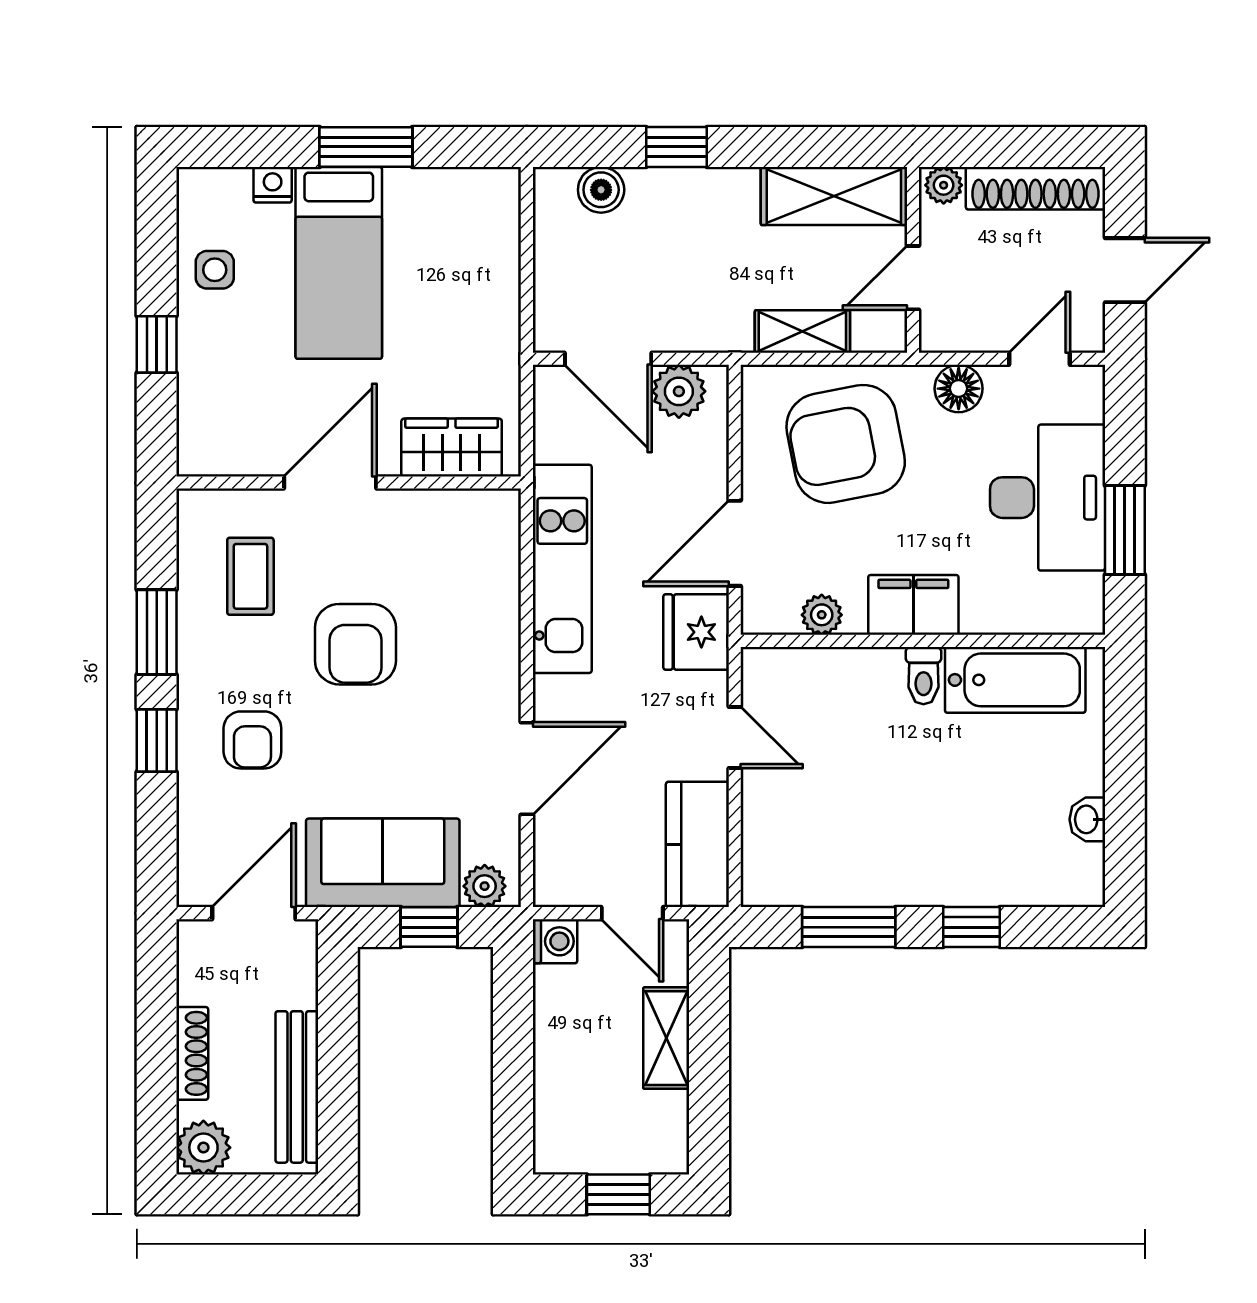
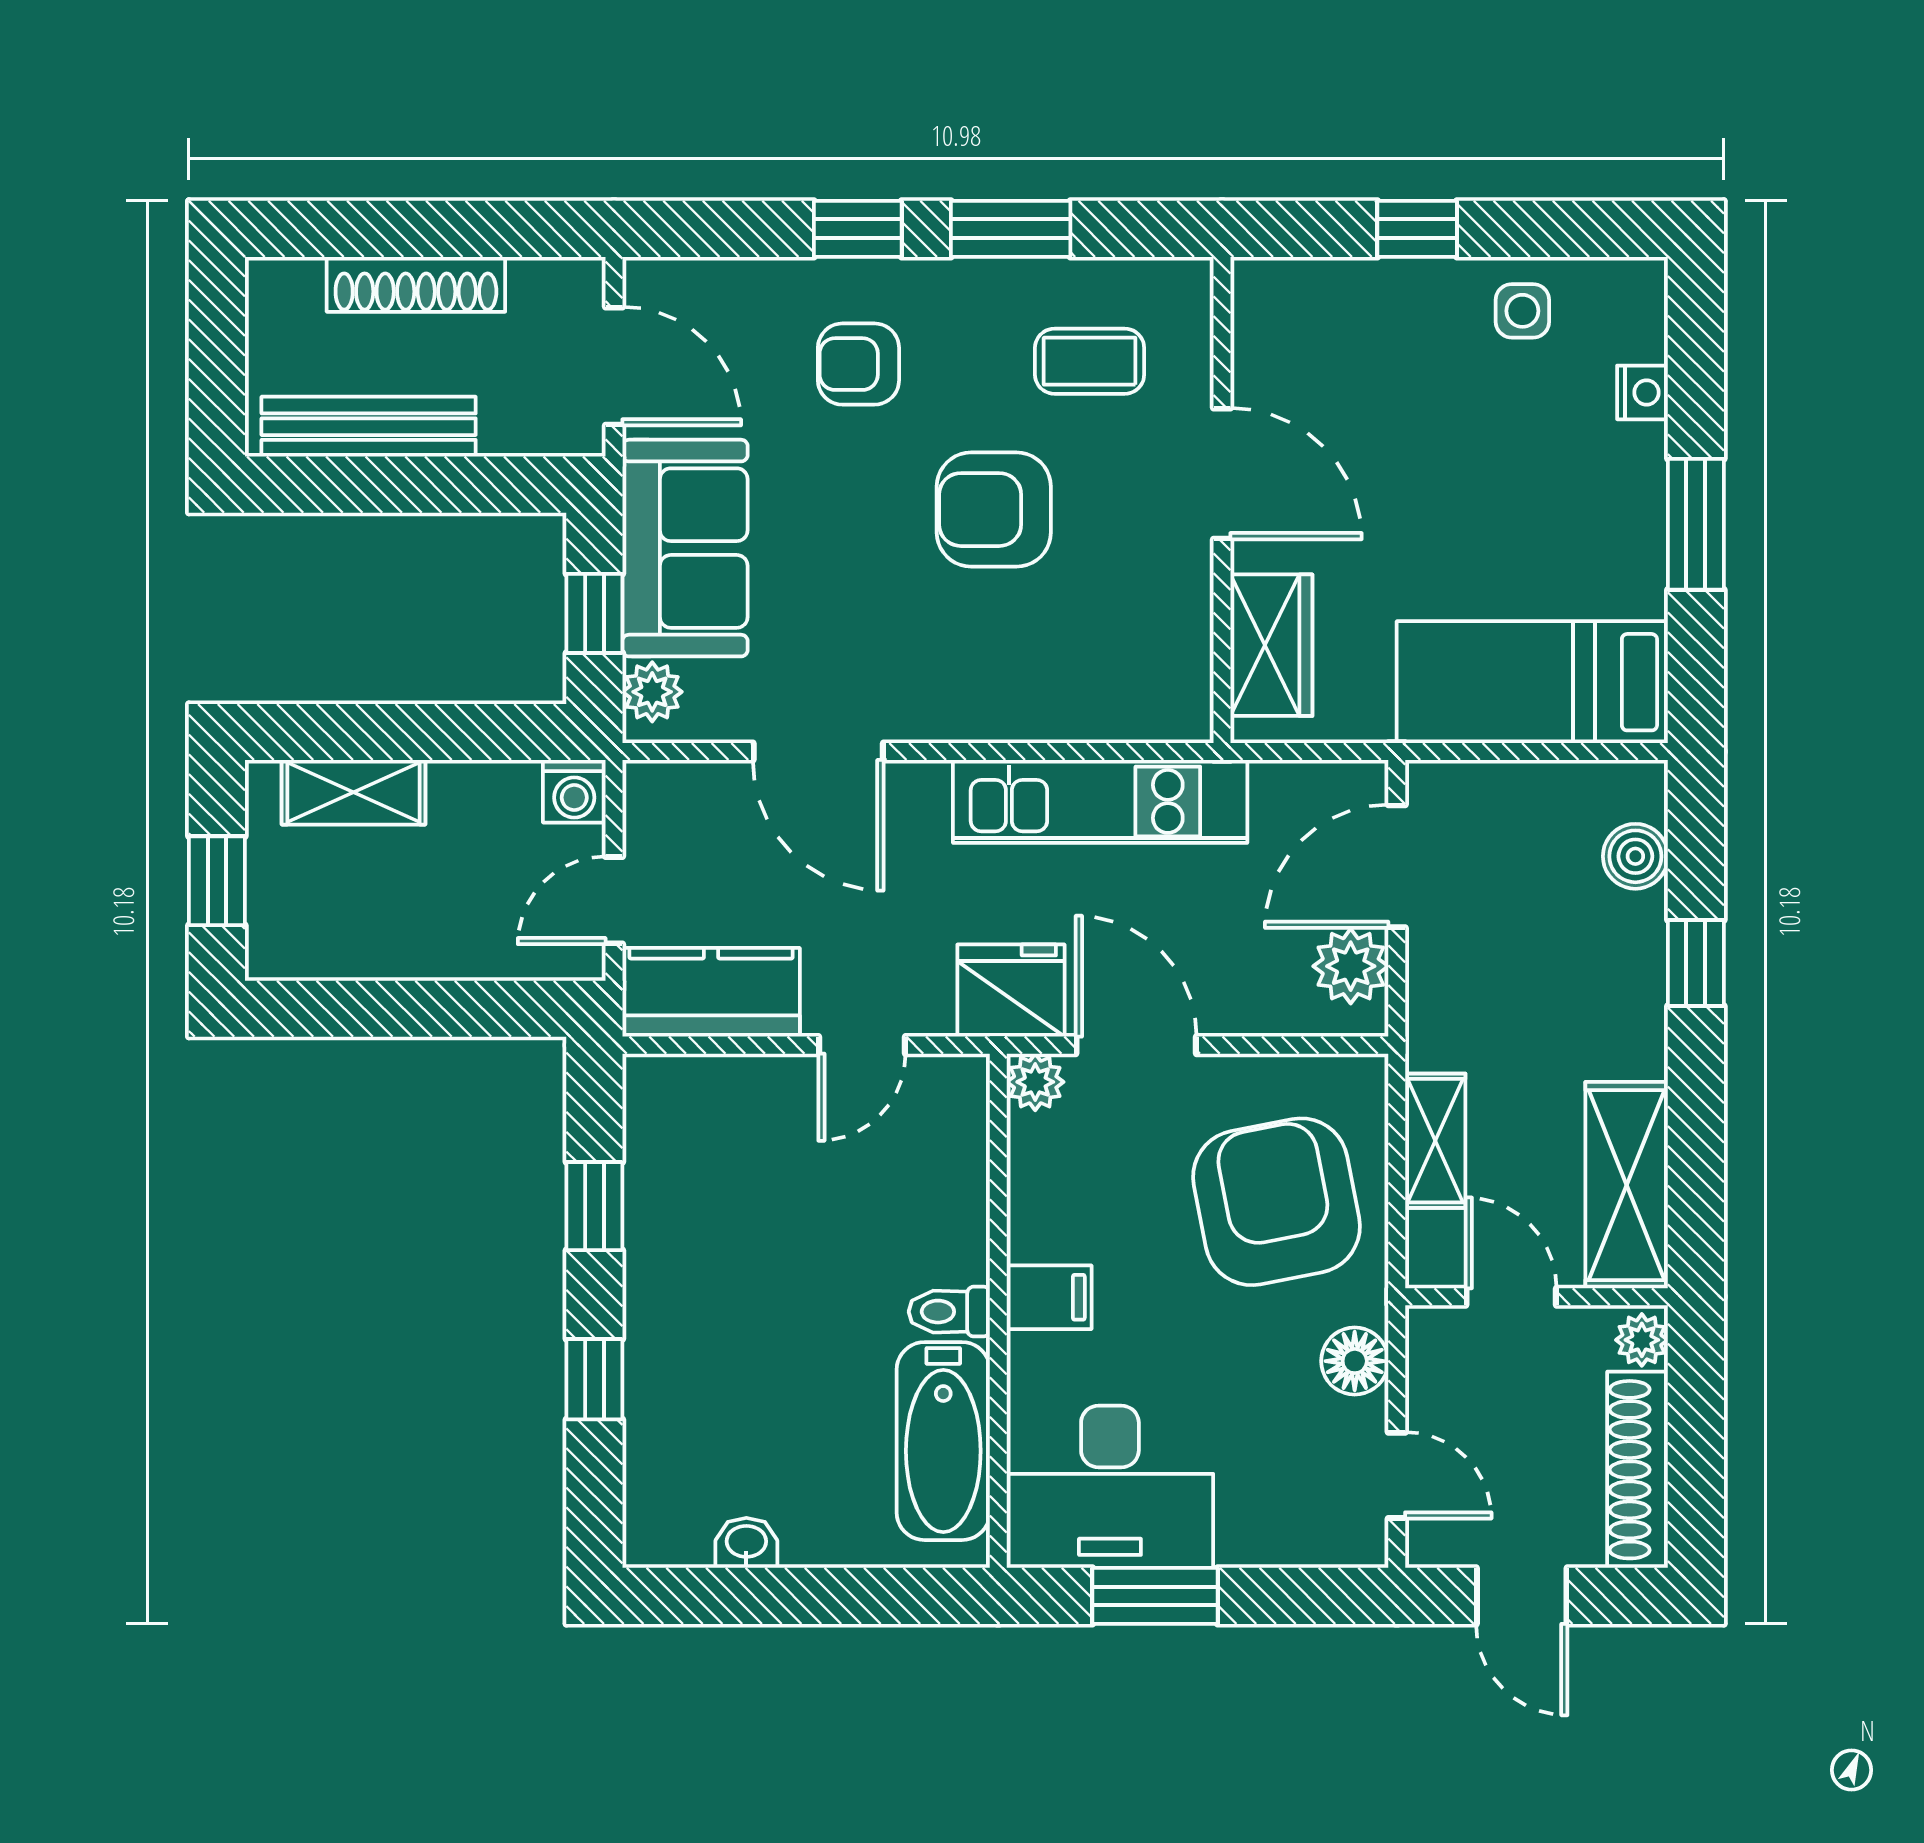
bed: (339, 263) -> (1532, 682), moved
desk: (1048, 498) -> (1110, 1487), moved
filing cabinet: (913, 605) -> (1049, 1297), width x0.50
plant: (822, 615) -> (1035, 1082), moved
window: (849, 927) -> (594, 1206), width x0.67
shelving: (666, 1038) -> (353, 792), moved
shoe rack: (192, 1053) -> (416, 284), width x1.36, depth x1.24
plant: (203, 1148) -> (283, 295), removed

